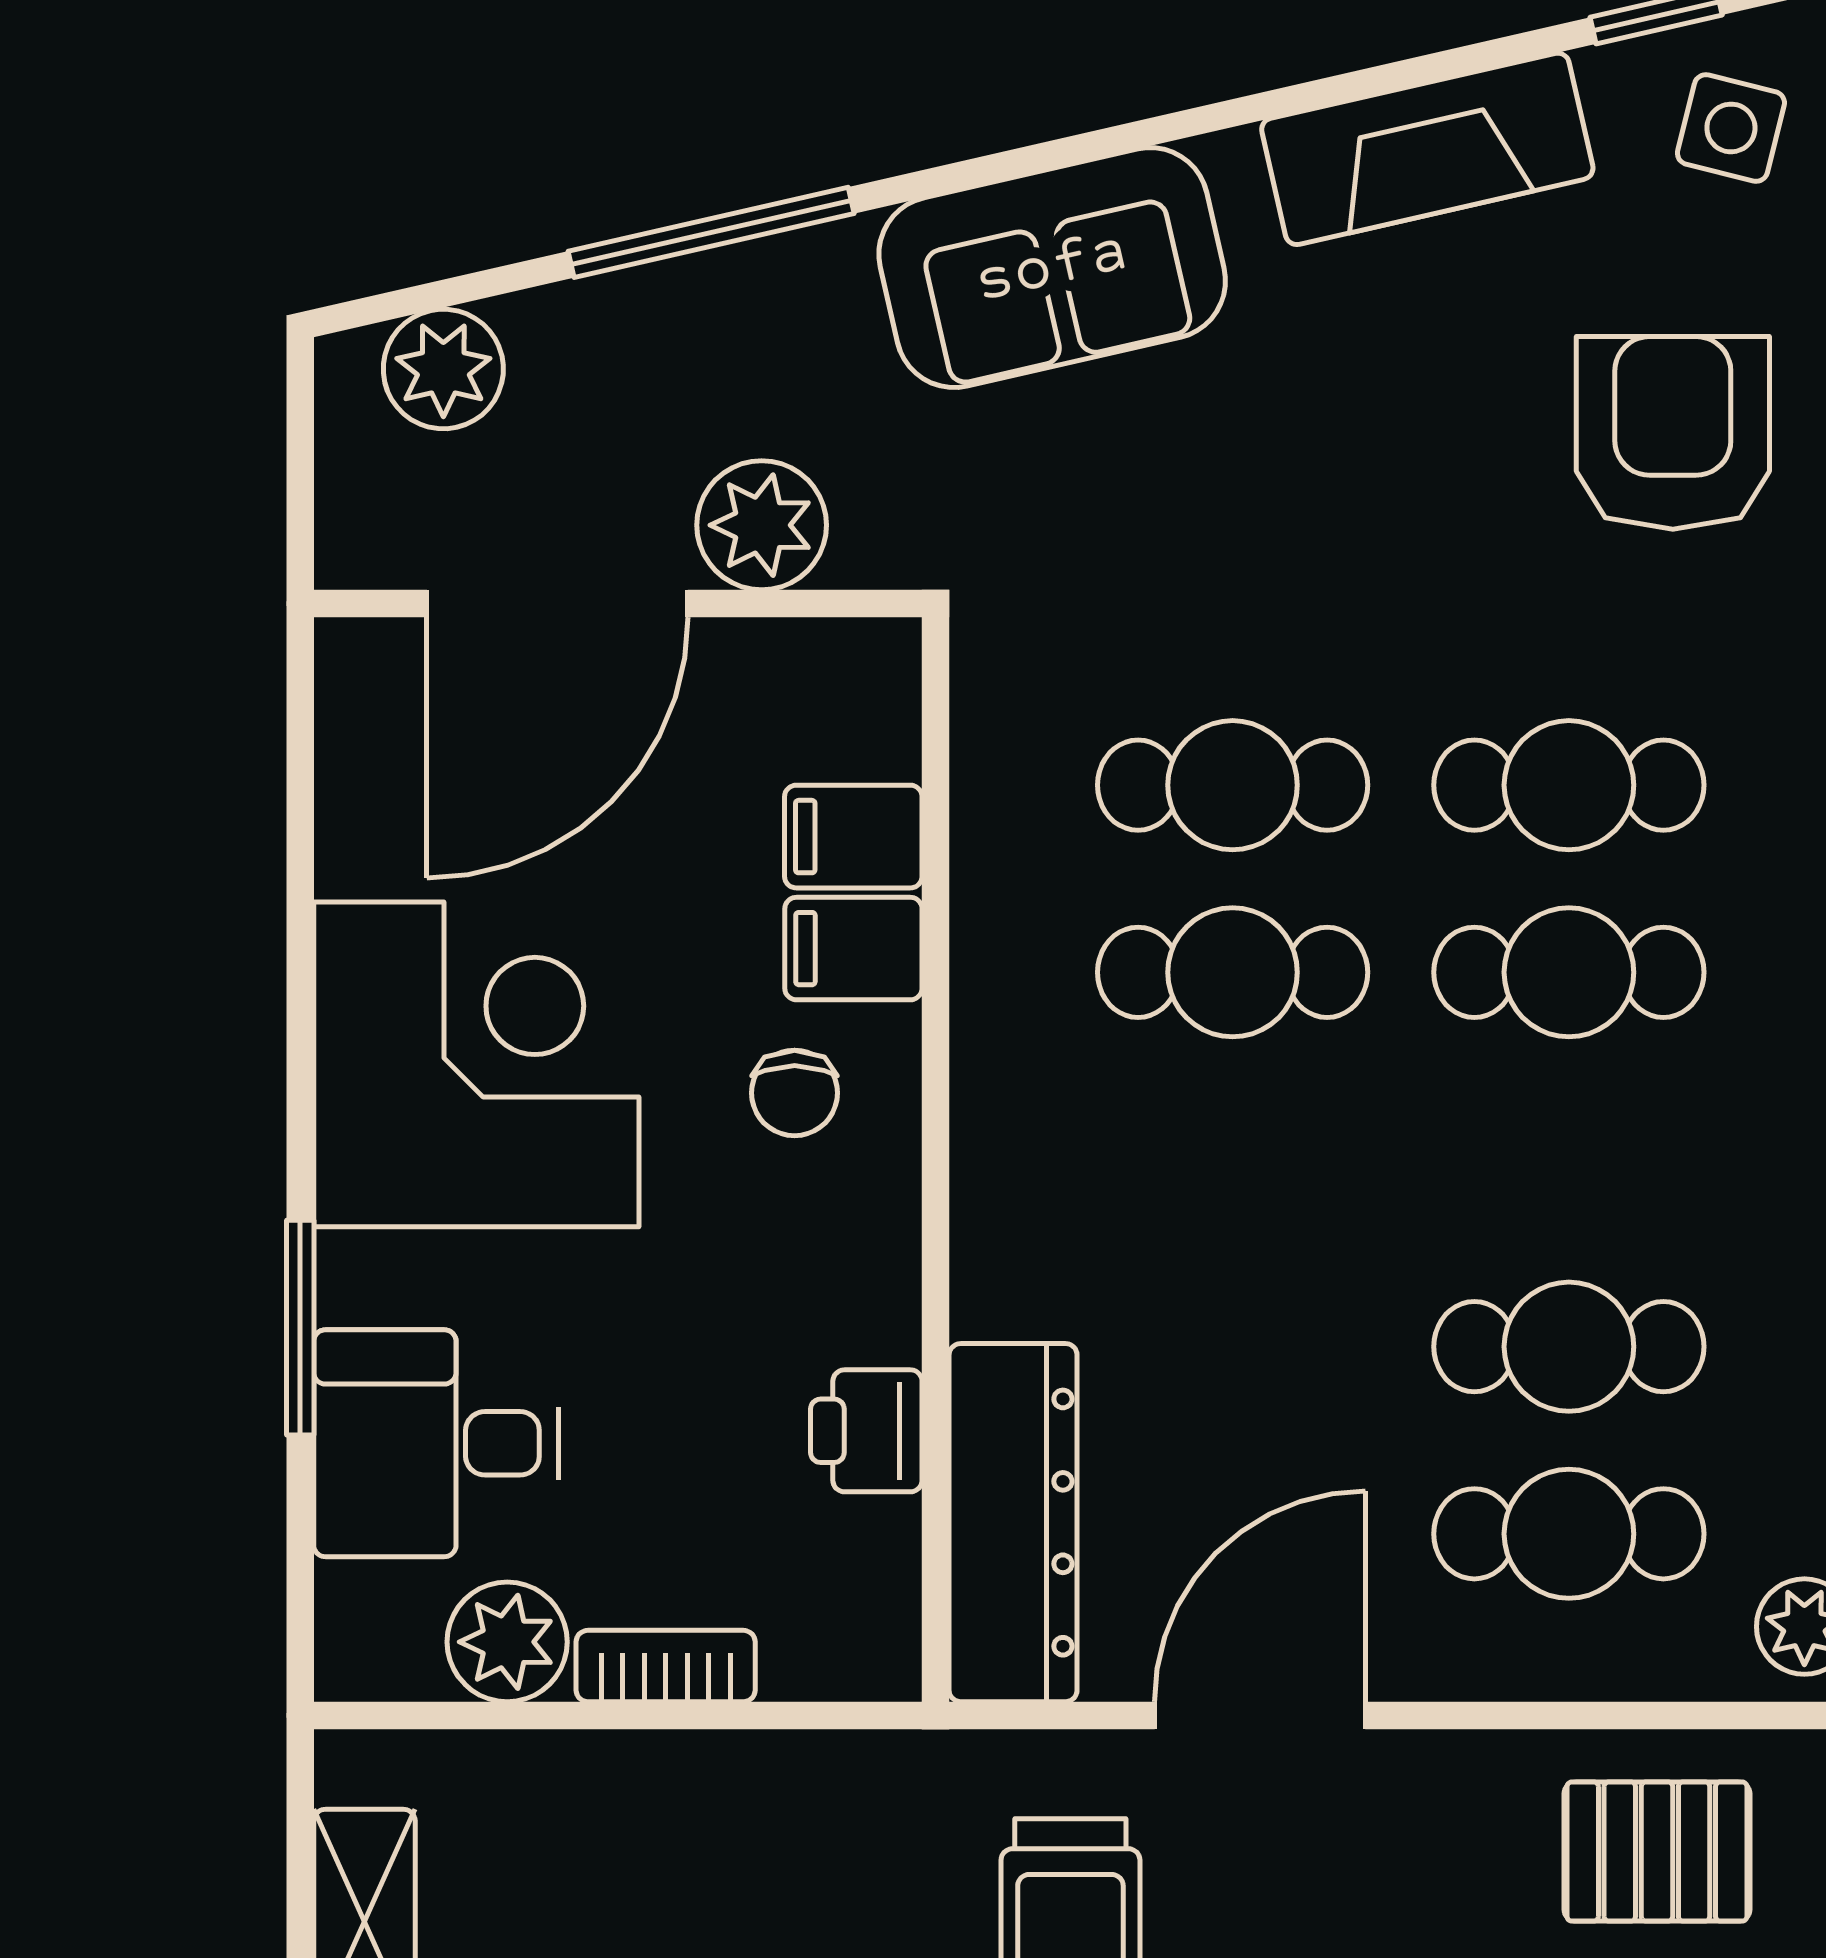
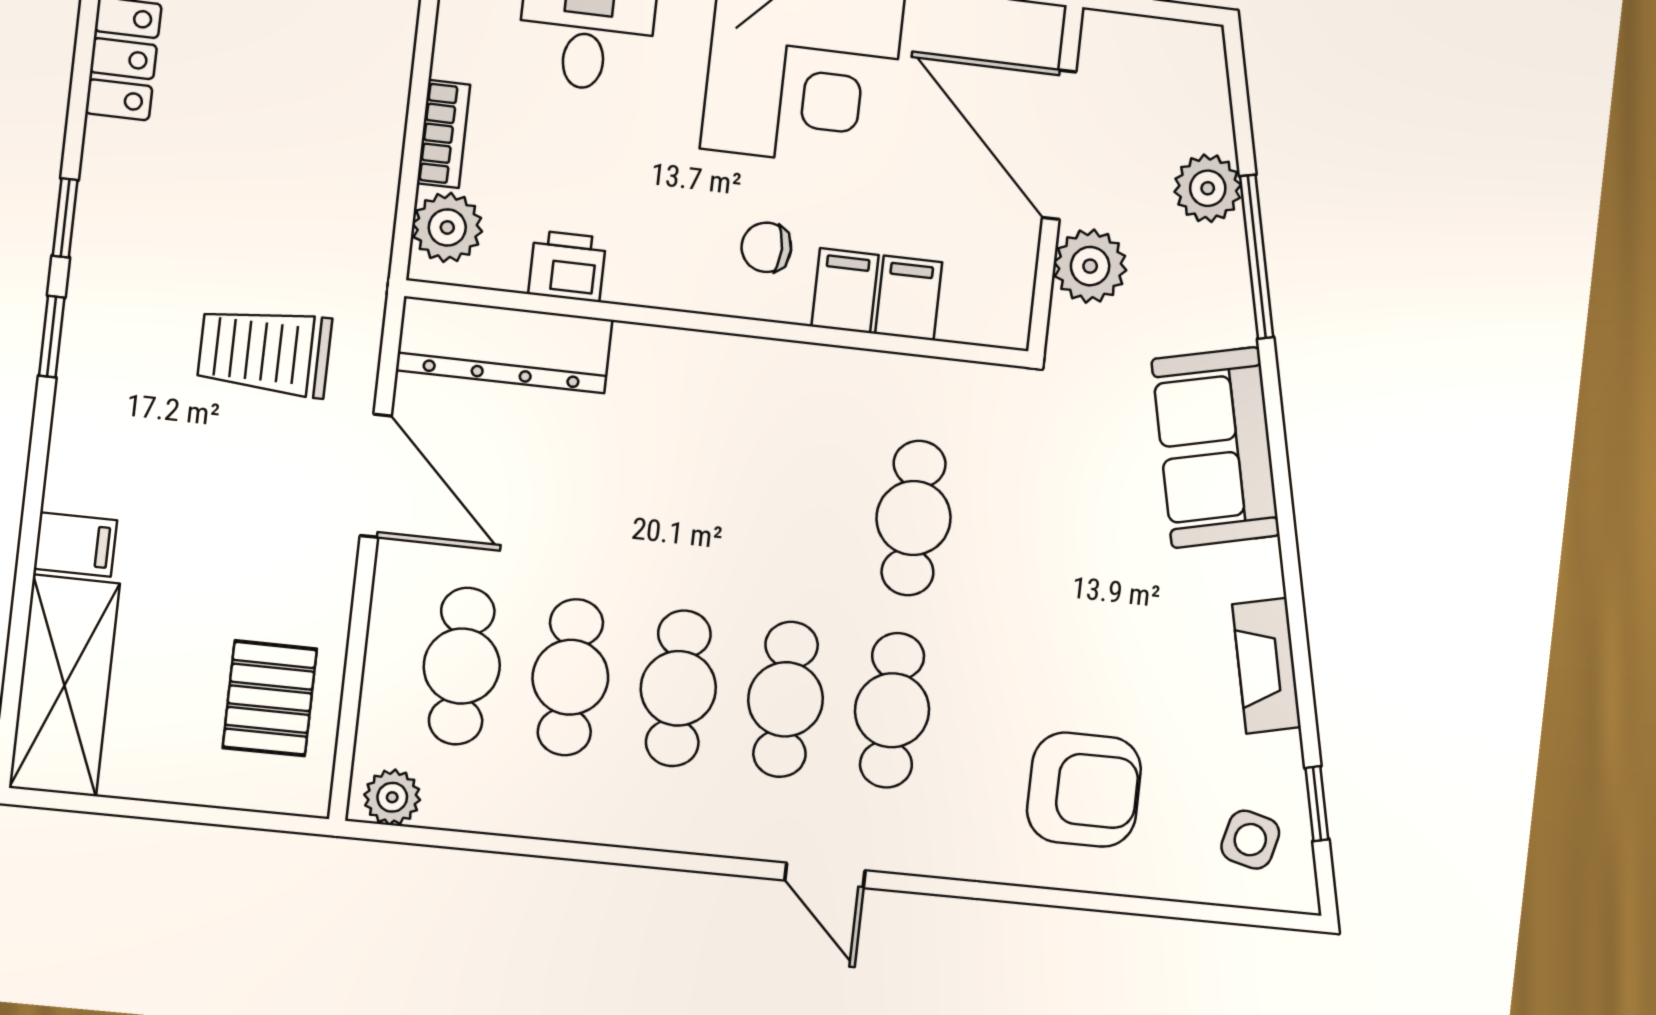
fireplace: (1427, 149) -> (1266, 666), width x0.73, depth x0.76
plant: (443, 369) -> (1208, 188), moved
cafe table: (1233, 972) -> (678, 688), moved
plant: (507, 1642) -> (447, 227), moved

